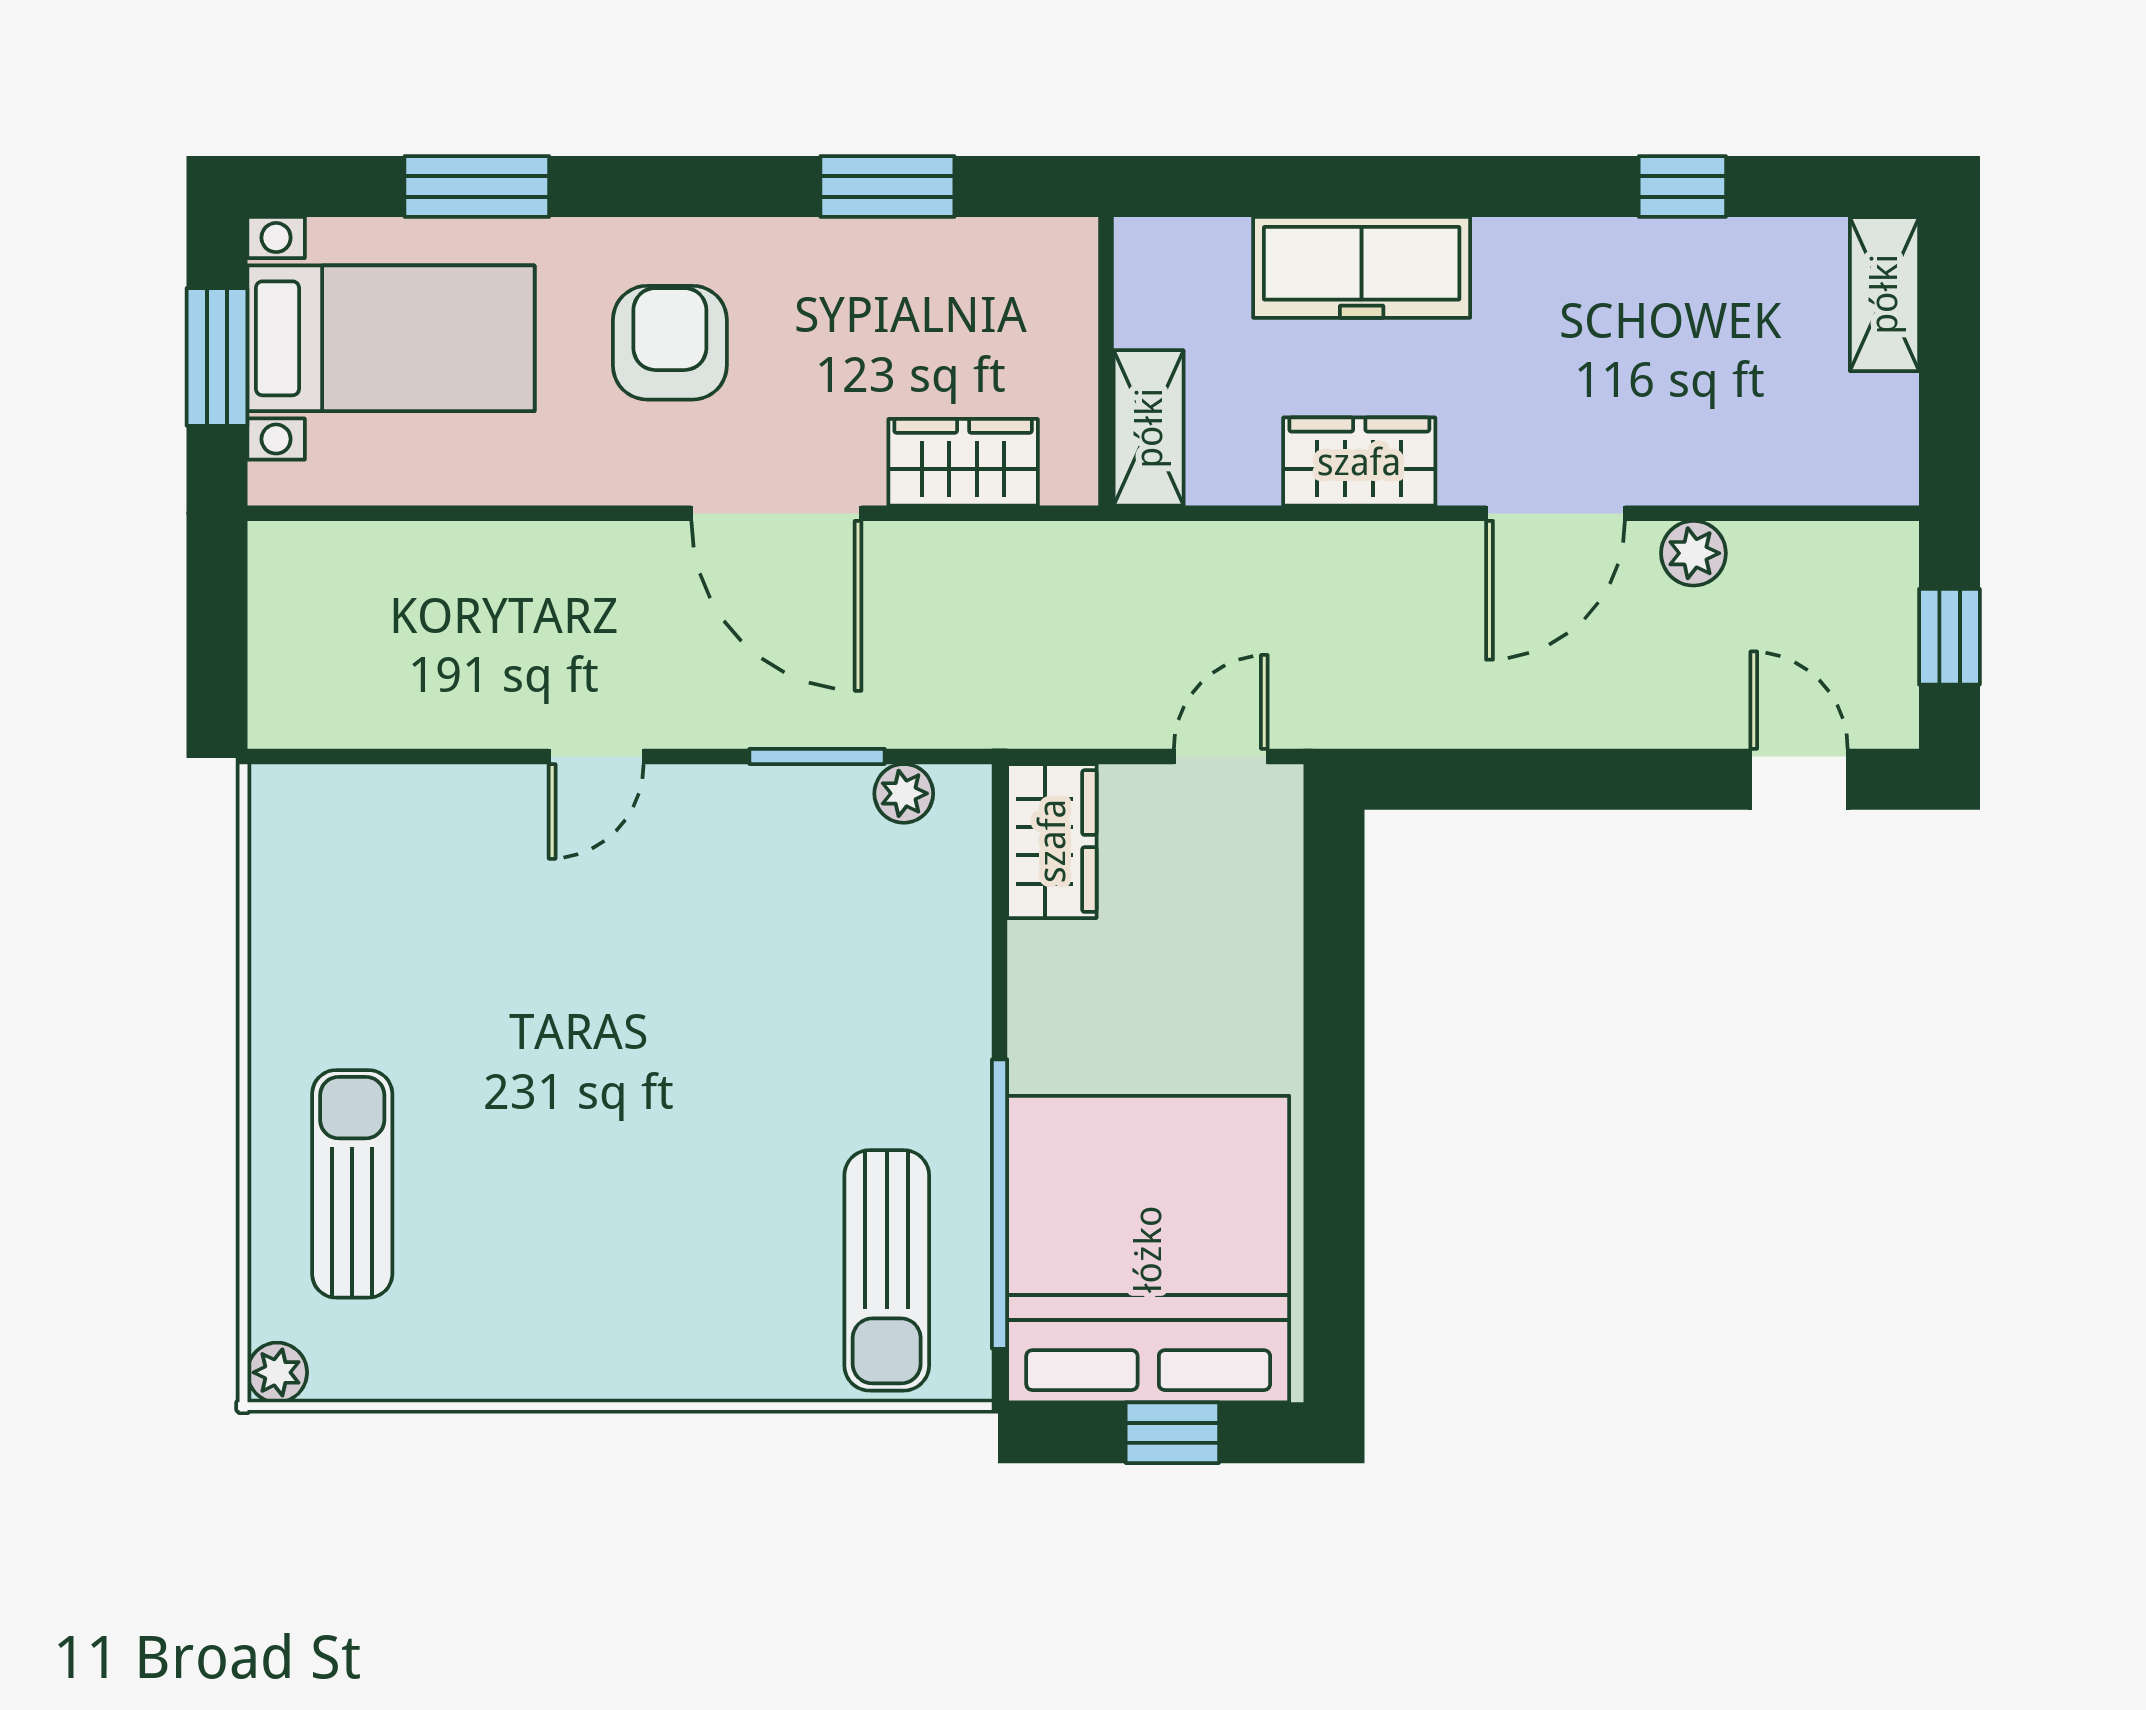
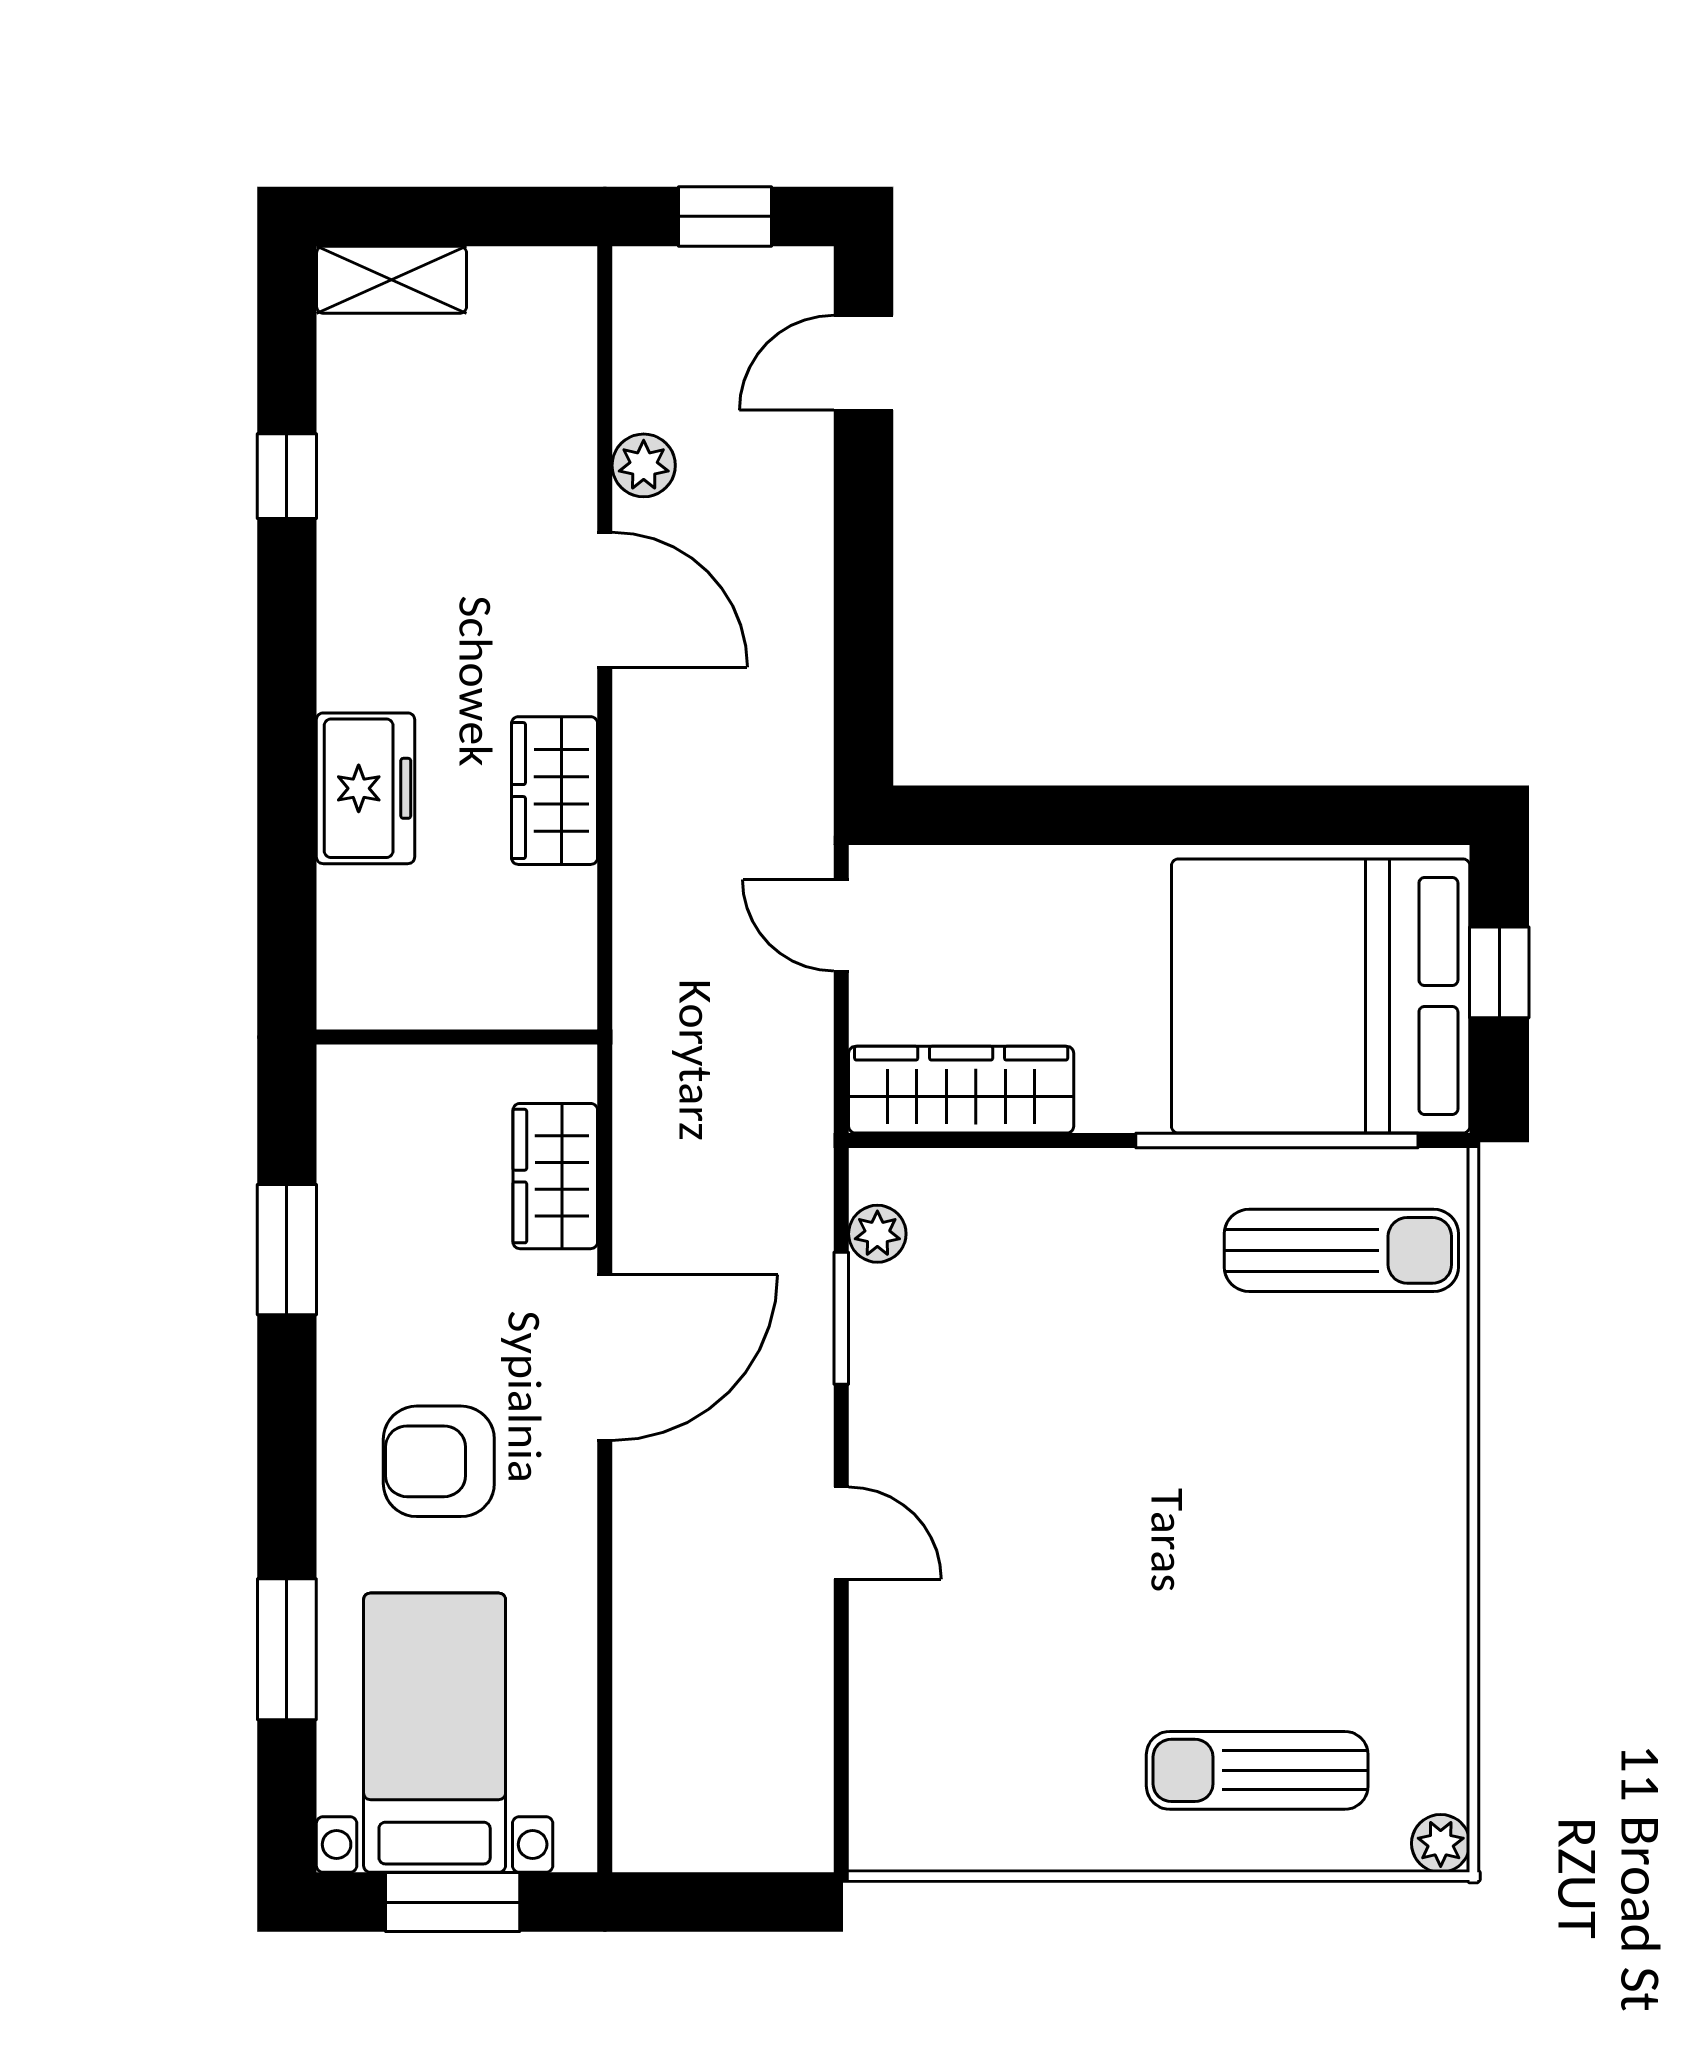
freezer: (1362, 267) -> (366, 788), width x0.71
shelving: (1149, 428) -> (522, 996), removed
wardrobe: (1052, 841) -> (961, 1090), width x1.50

